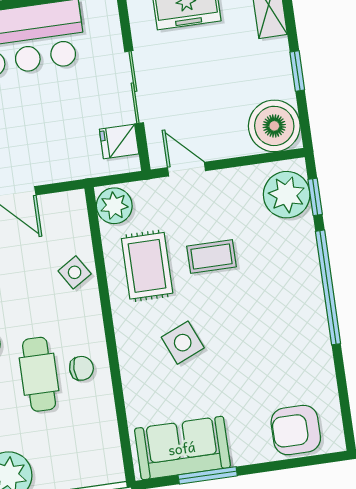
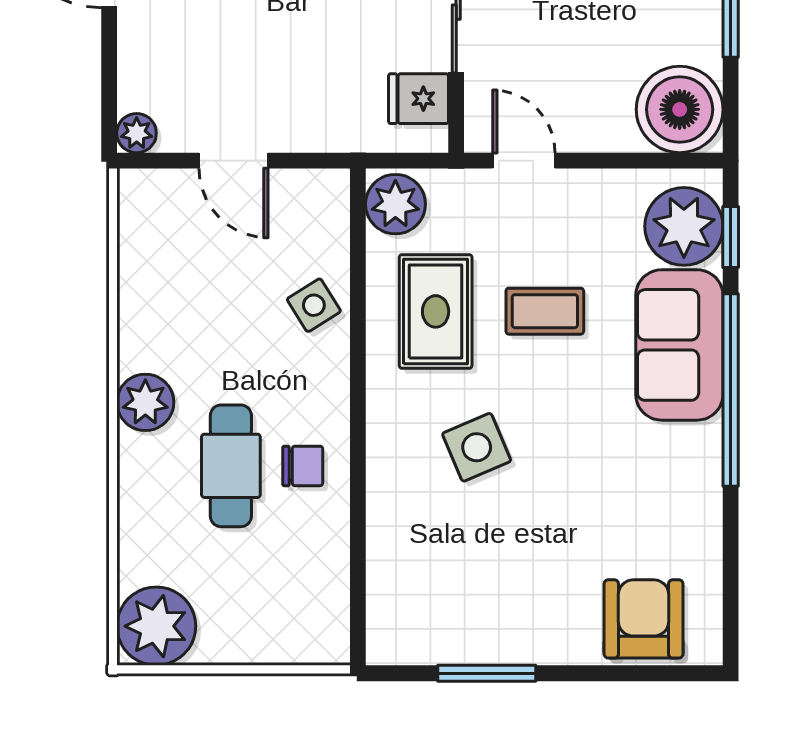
armchair: (296, 430) -> (644, 619), turned 90
sofa: (182, 448) -> (679, 345), moved, turned -90

